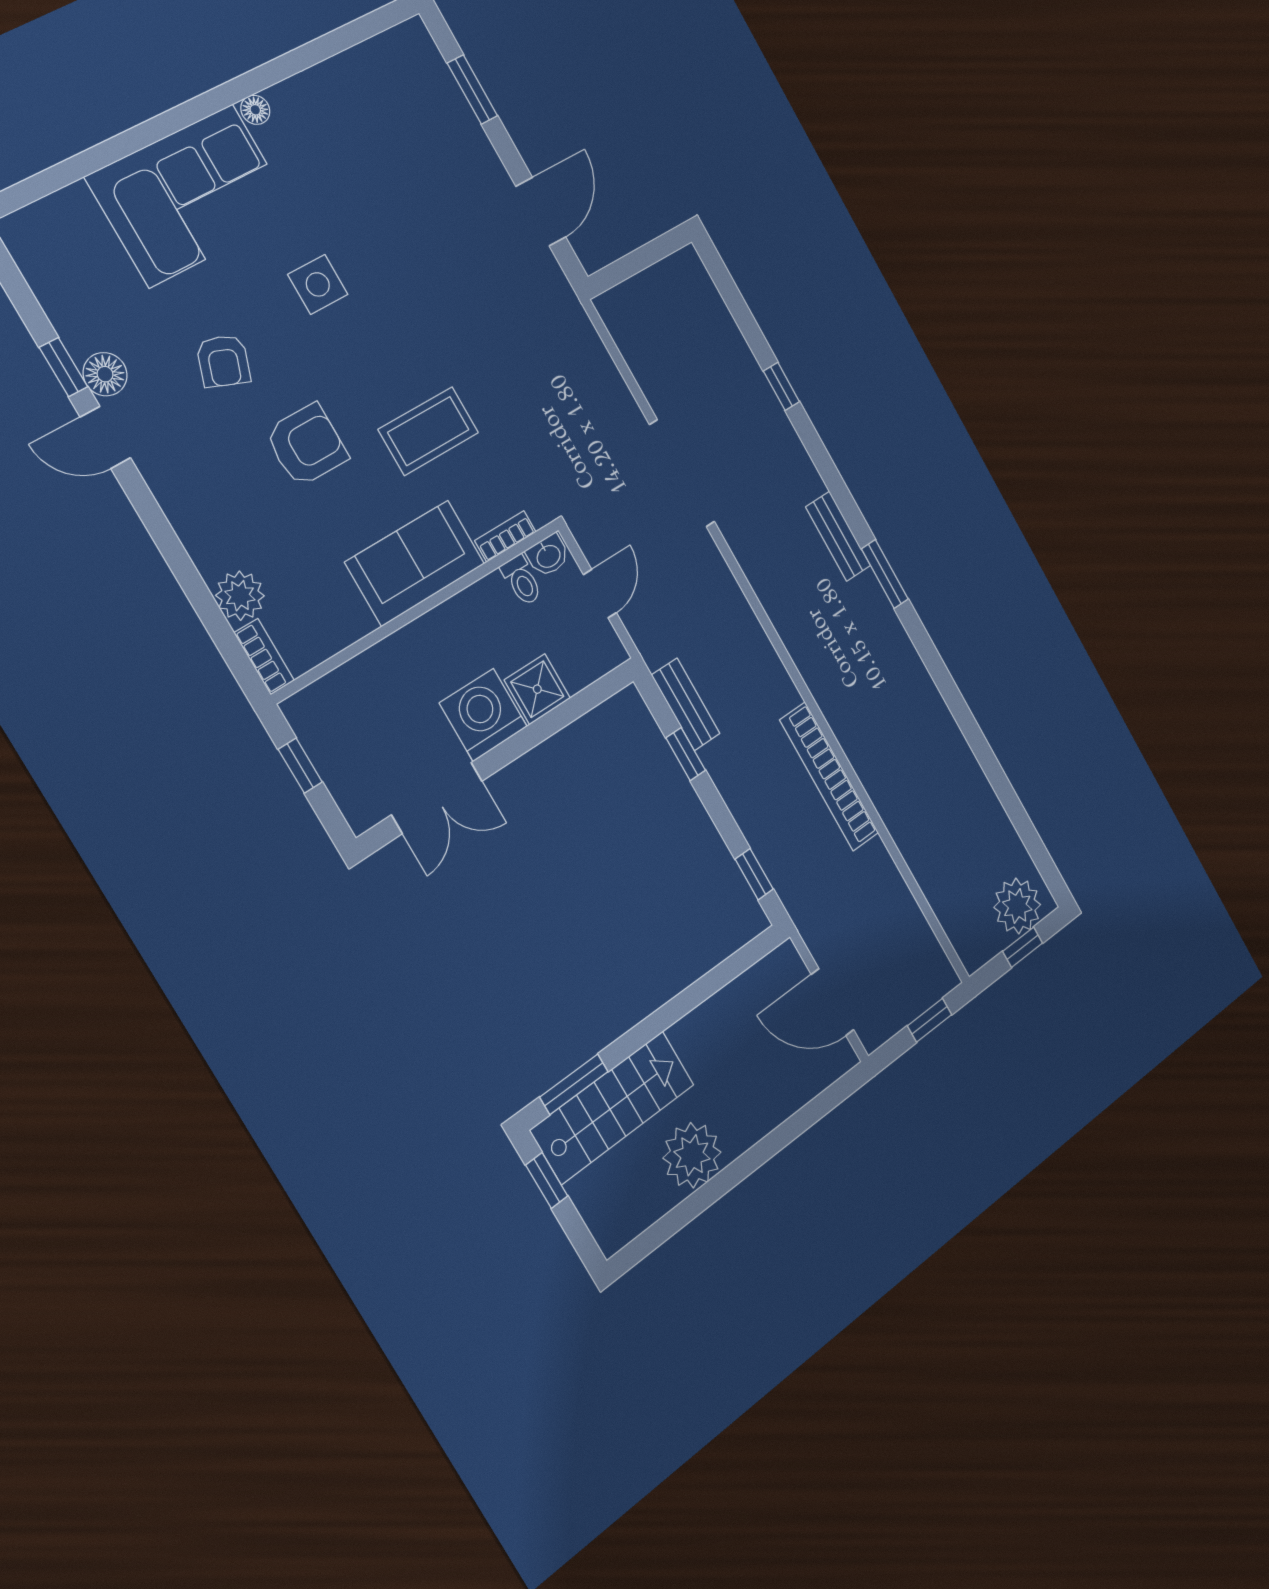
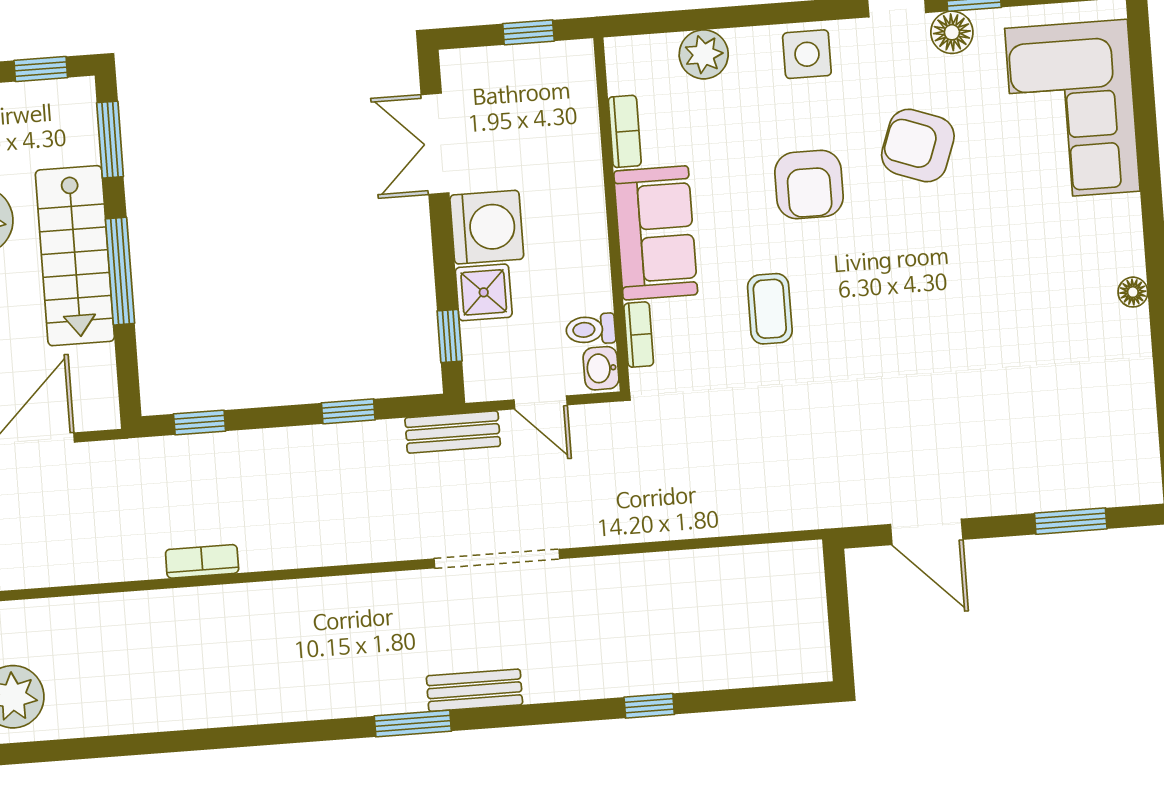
corner sofa: (191, 195) -> (1072, 110), moved
side table: (318, 284) -> (807, 54), moved
armchair: (223, 361) -> (918, 145), width x1.38, depth x1.38
coffee table: (428, 431) -> (770, 309), width x0.73, depth x0.77
doorway: (682, 473) -> (497, 559), moved
bookcase: (264, 657) -> (625, 131), moved, turned -90
window: (586, 700) -> (450, 336), added
bench: (686, 704) -> (453, 432), moved
bookcase: (829, 777) -> (202, 561), width x0.43, depth x0.76
window: (673, 1011) -> (120, 271), added
stairs: (613, 1107) -> (75, 256), moved

